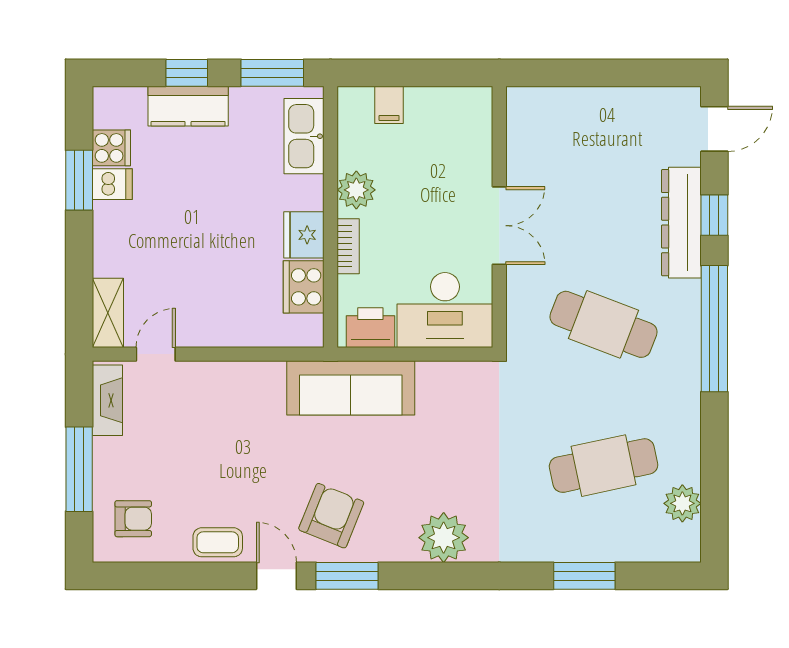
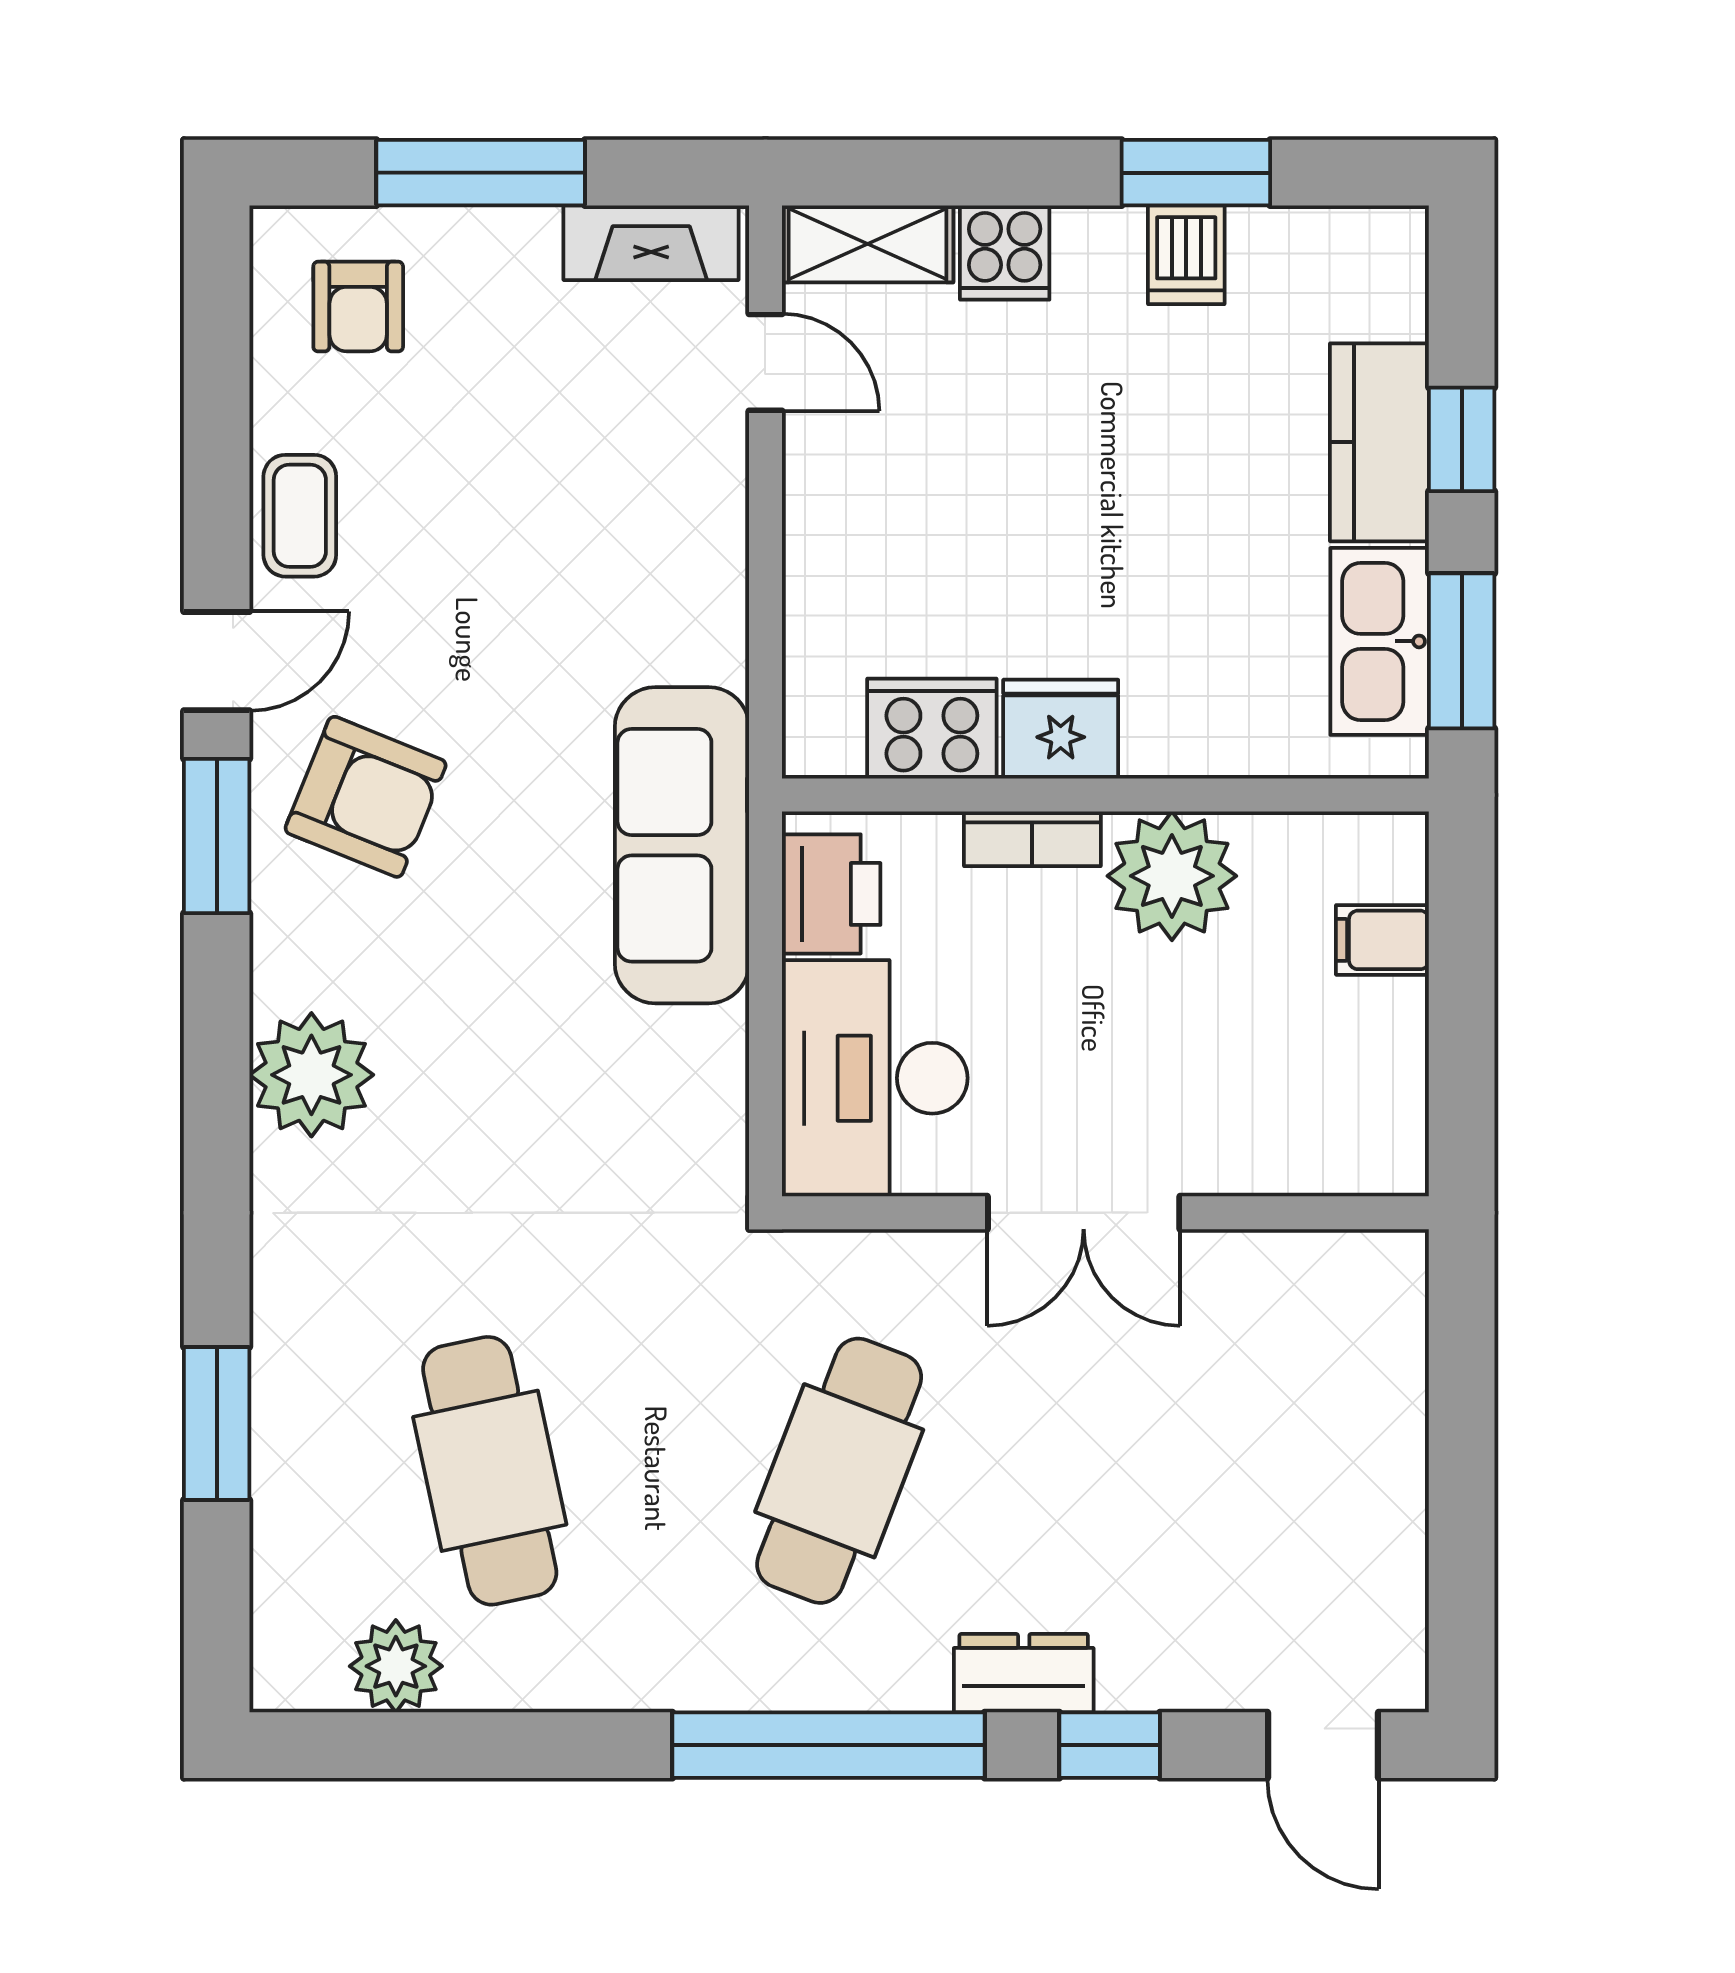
kitchen sink: (304, 136) -> (1380, 641), moved, turned -90
cooker: (111, 148) -> (1005, 253), moved
plant: (356, 190) -> (1172, 876), width x1.36, depth x1.36
dresser: (681, 223) -> (1024, 1673), width x0.51, depth x0.80

